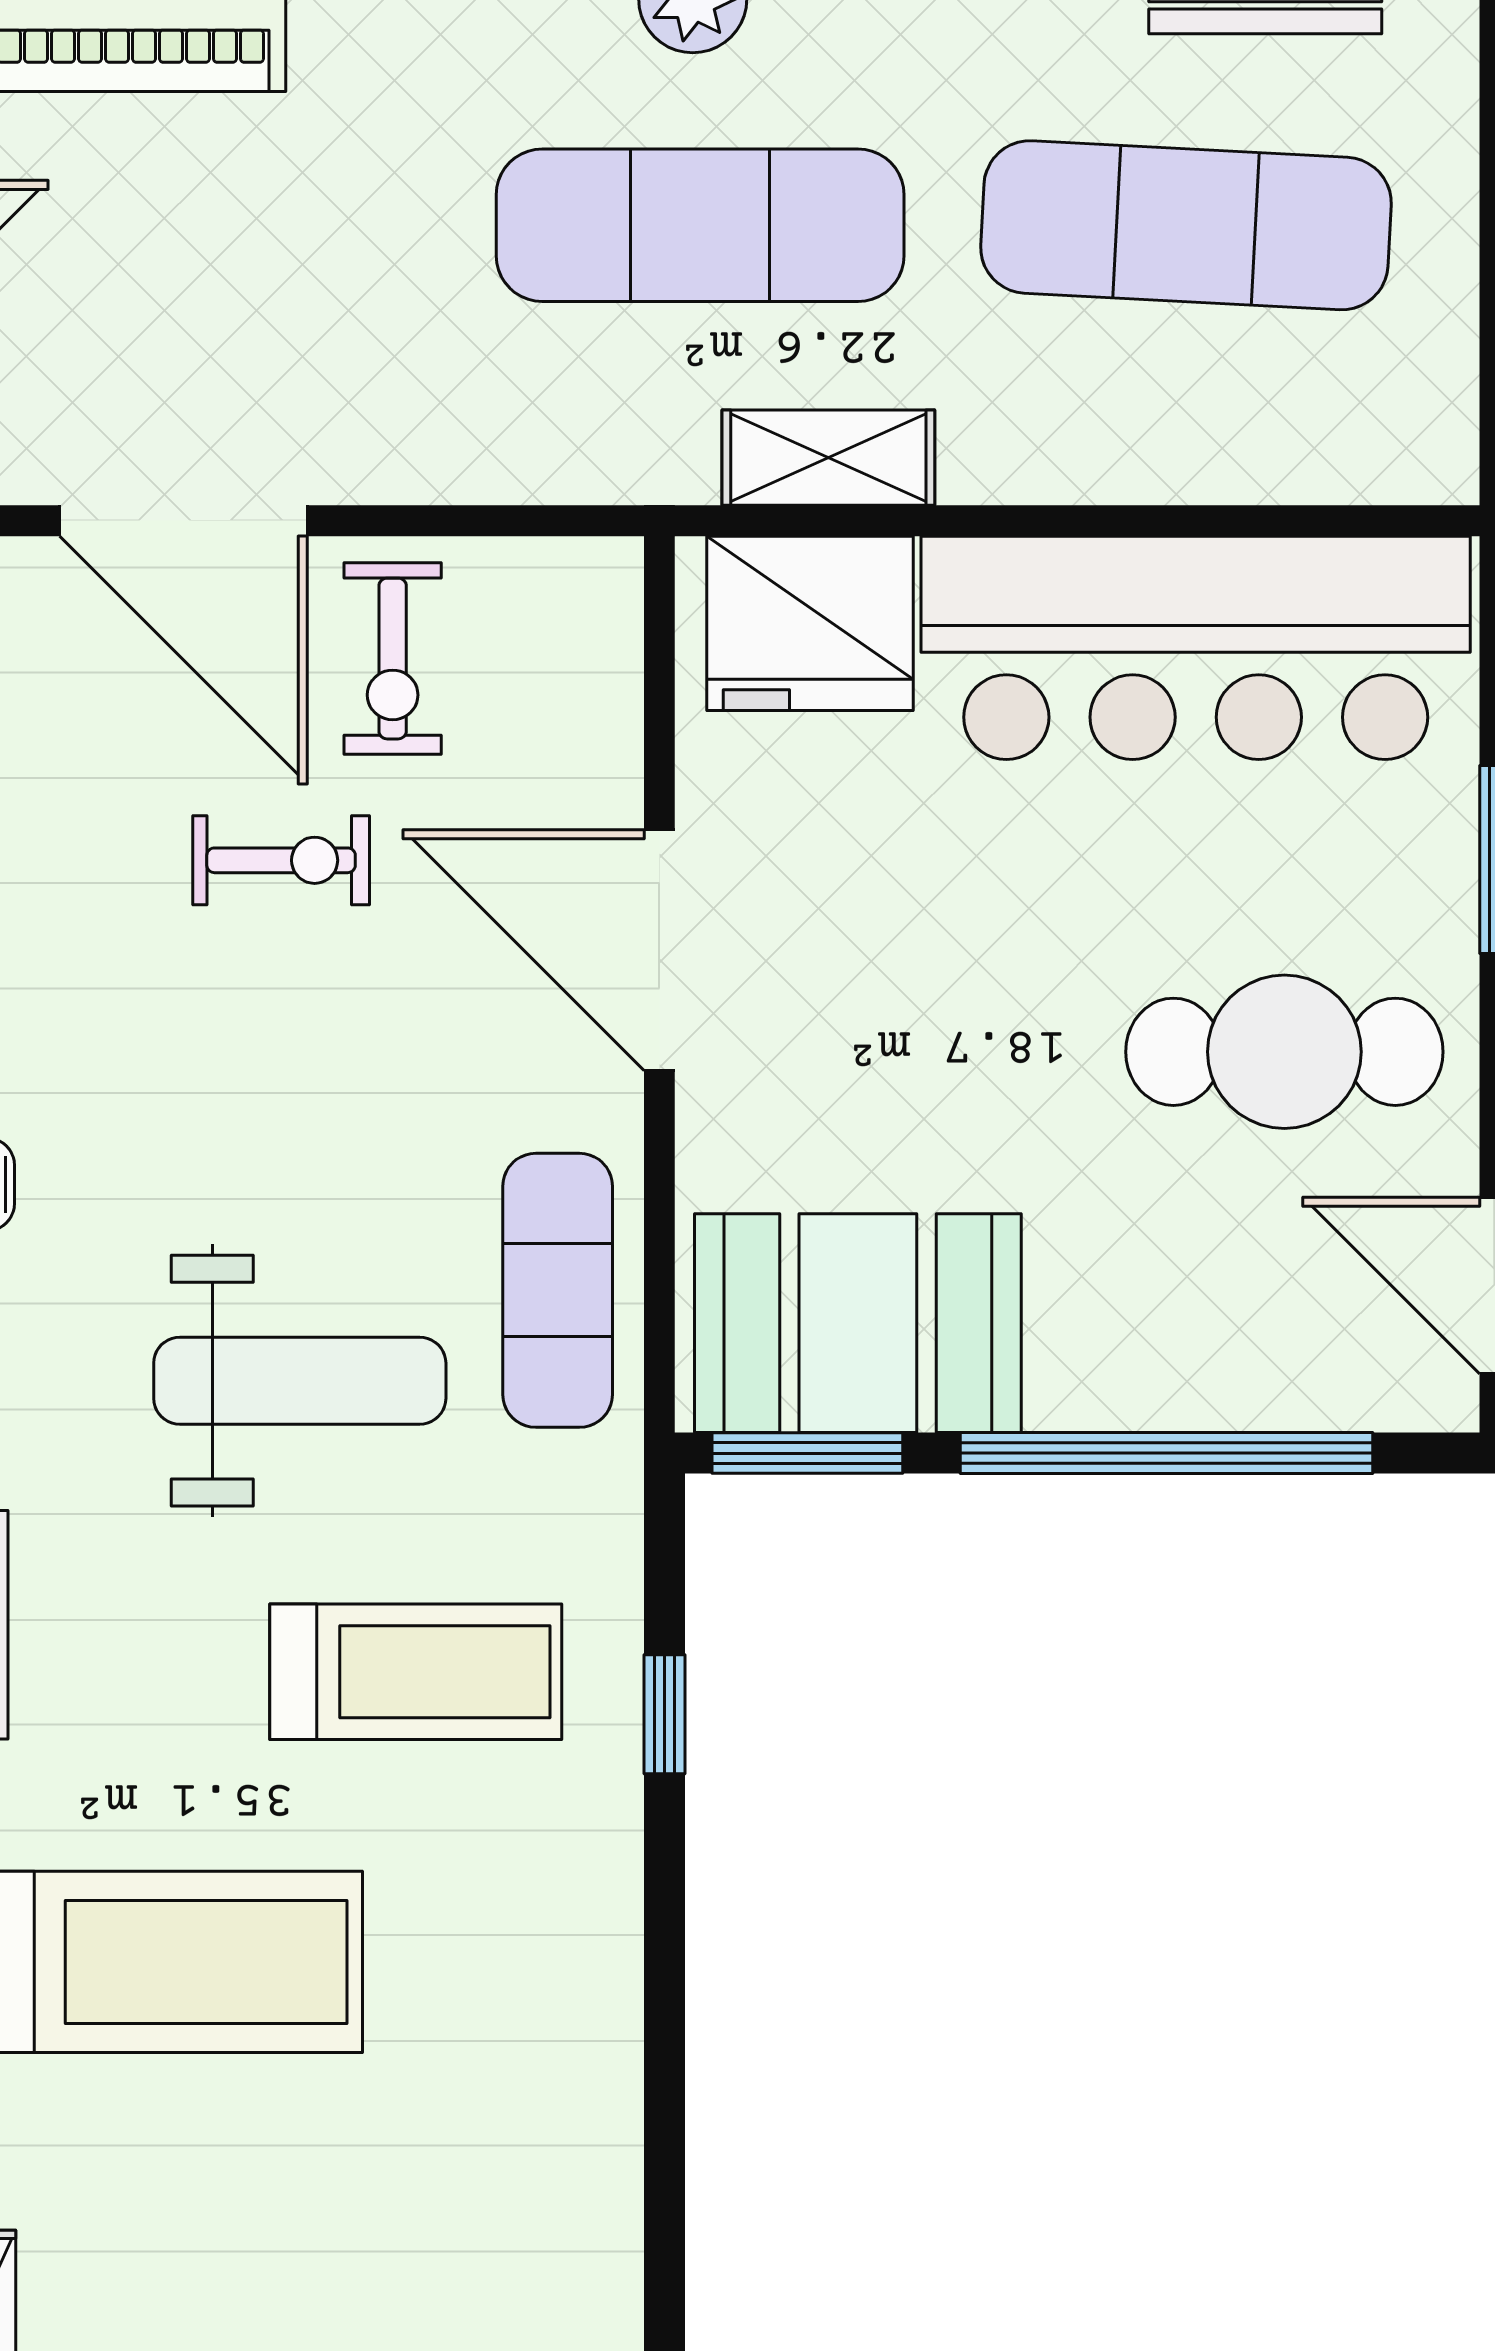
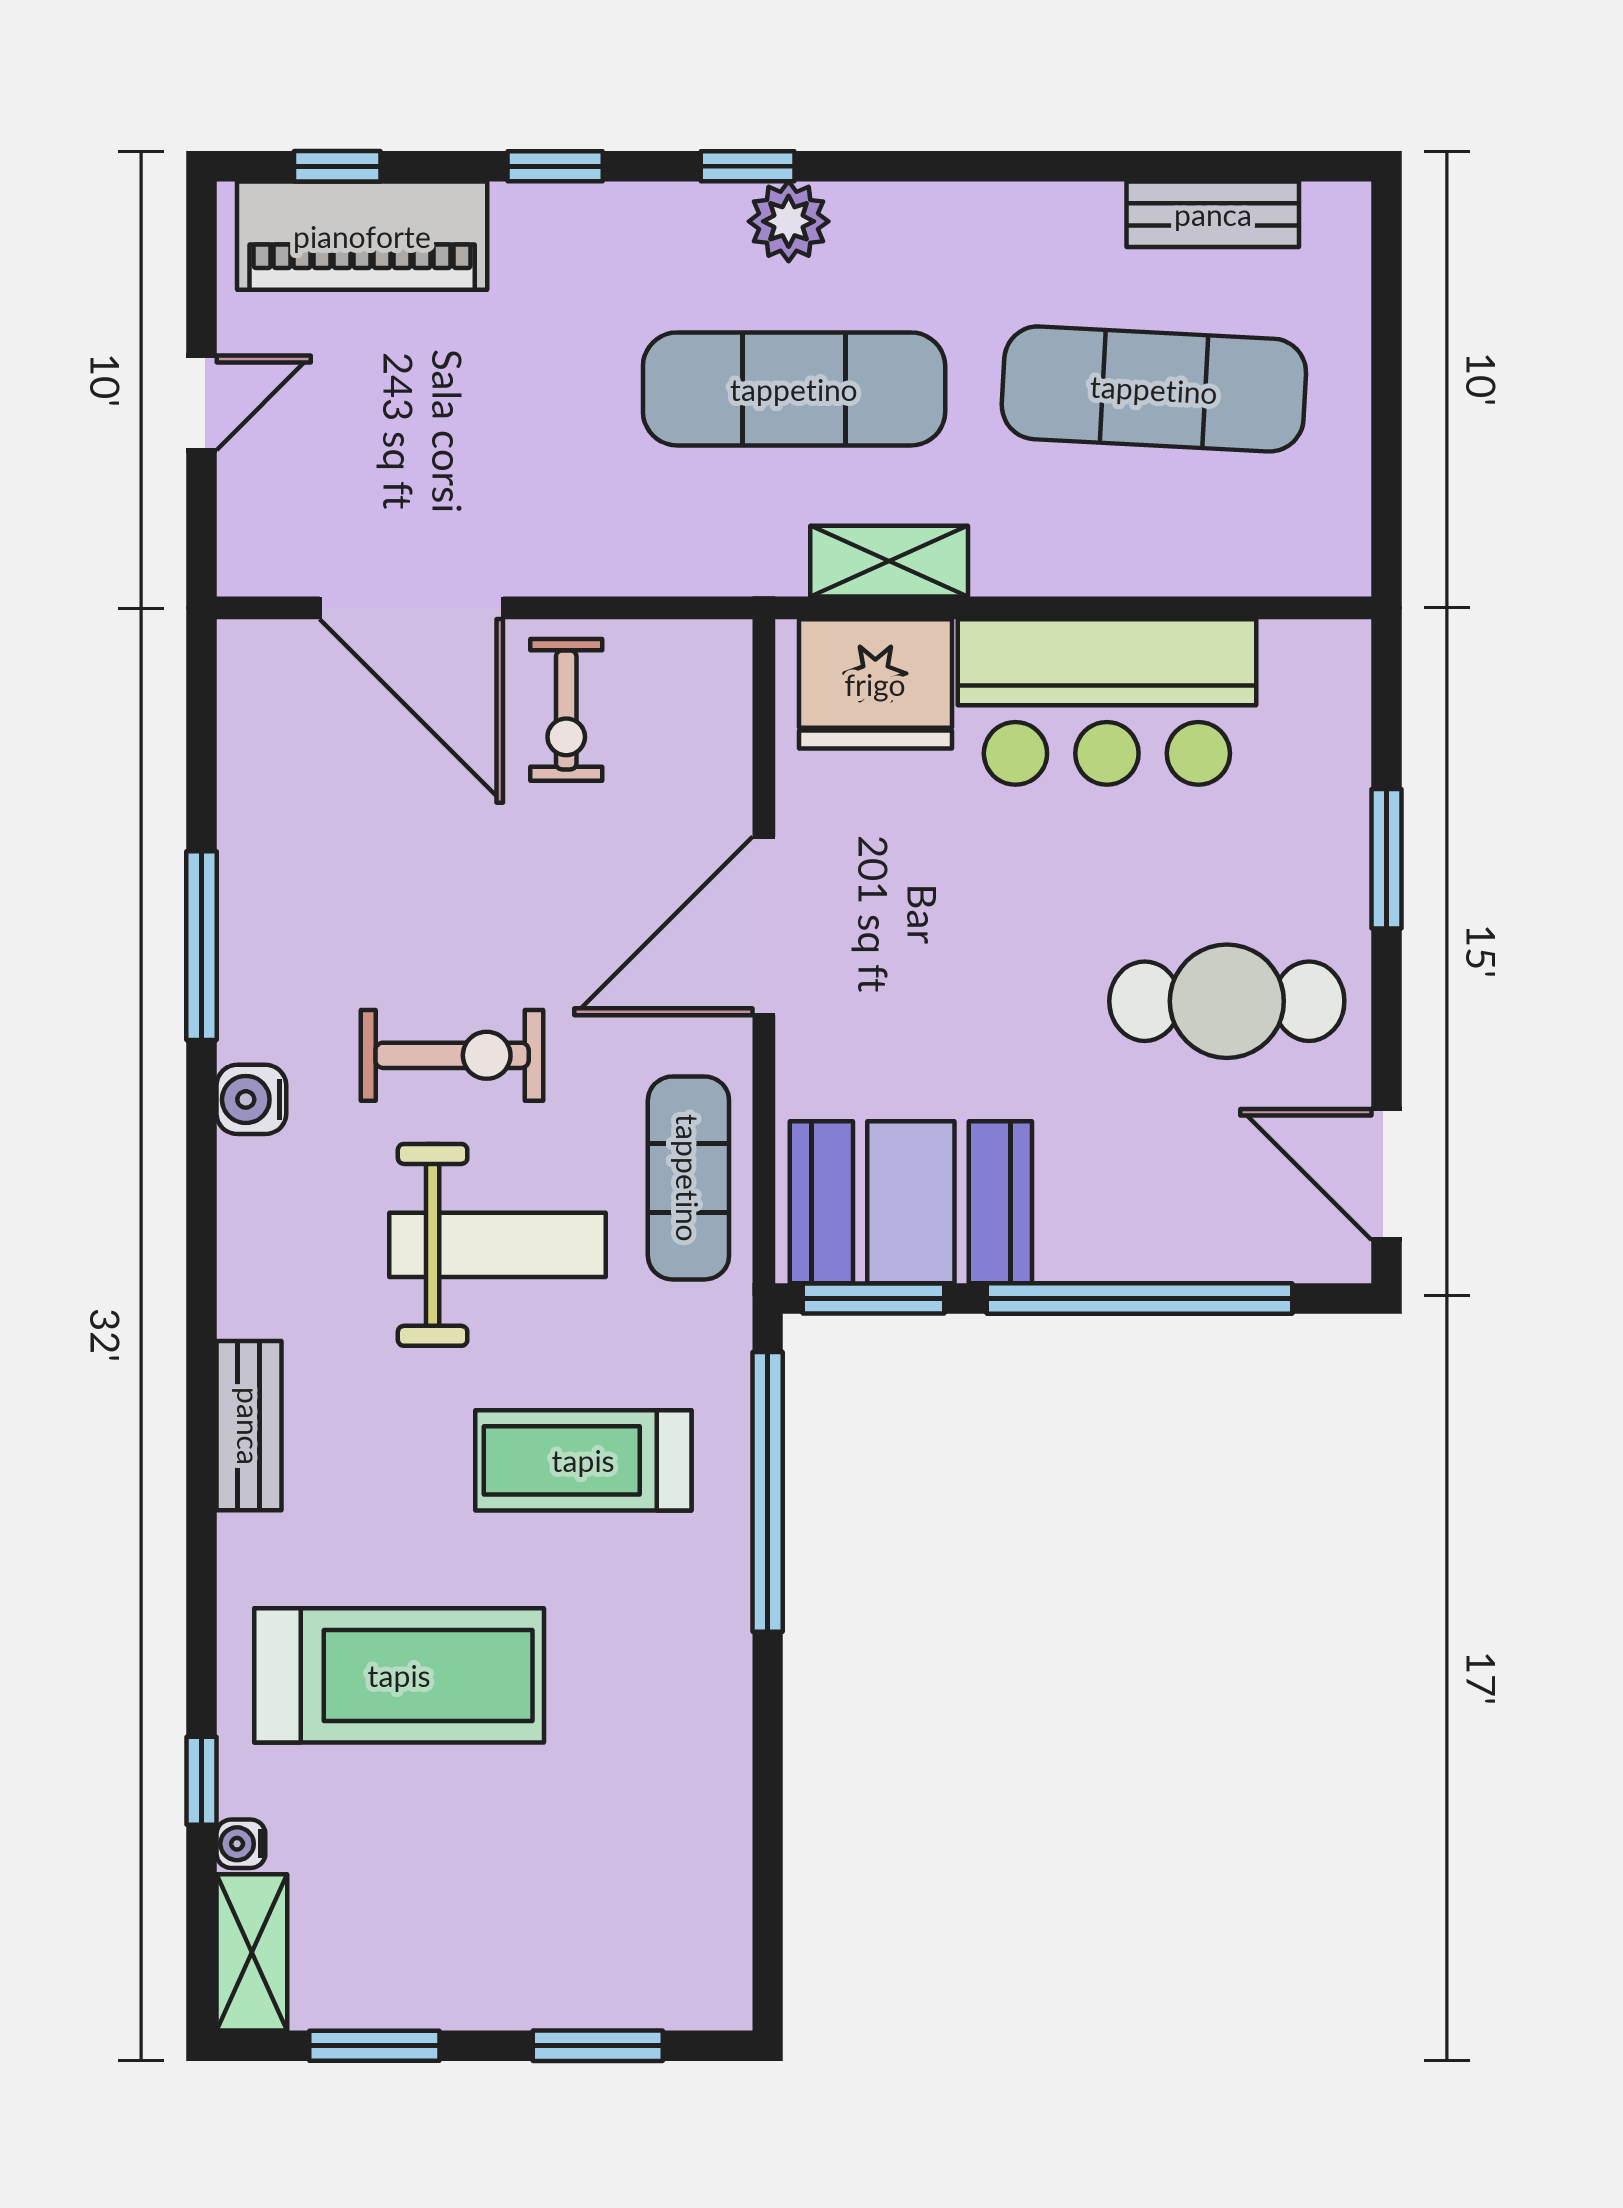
bar counter: (1196, 648) -> (1107, 702), width x0.73
exercise bike: (281, 860) -> (452, 1055), moved, width x1.38, depth x1.39
door: (659, 950) -> (764, 926), hinge flipped
treadmill: (416, 1672) -> (583, 1460), turned 180
window: (664, 1714) -> (768, 1492), width x3.17

